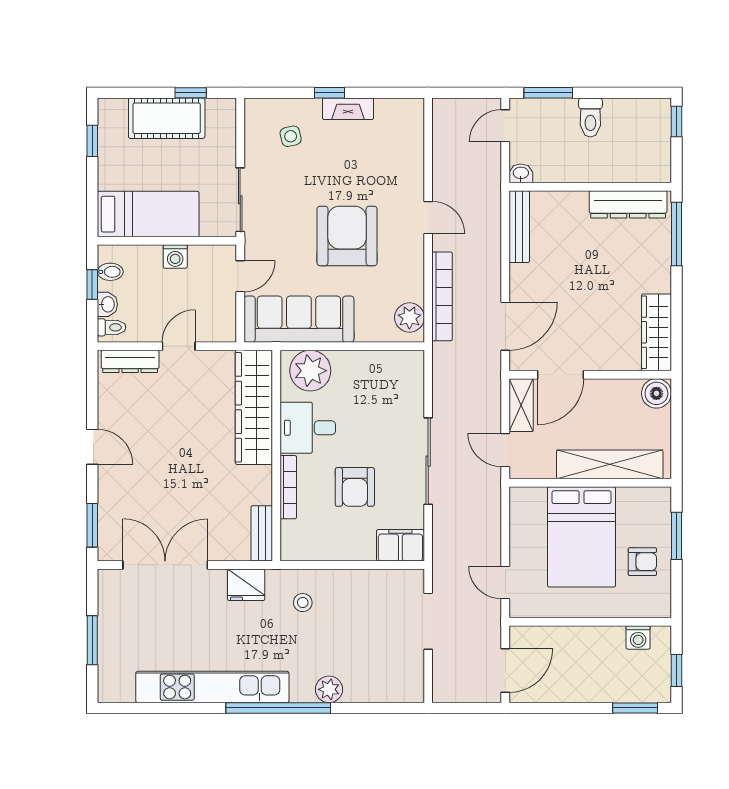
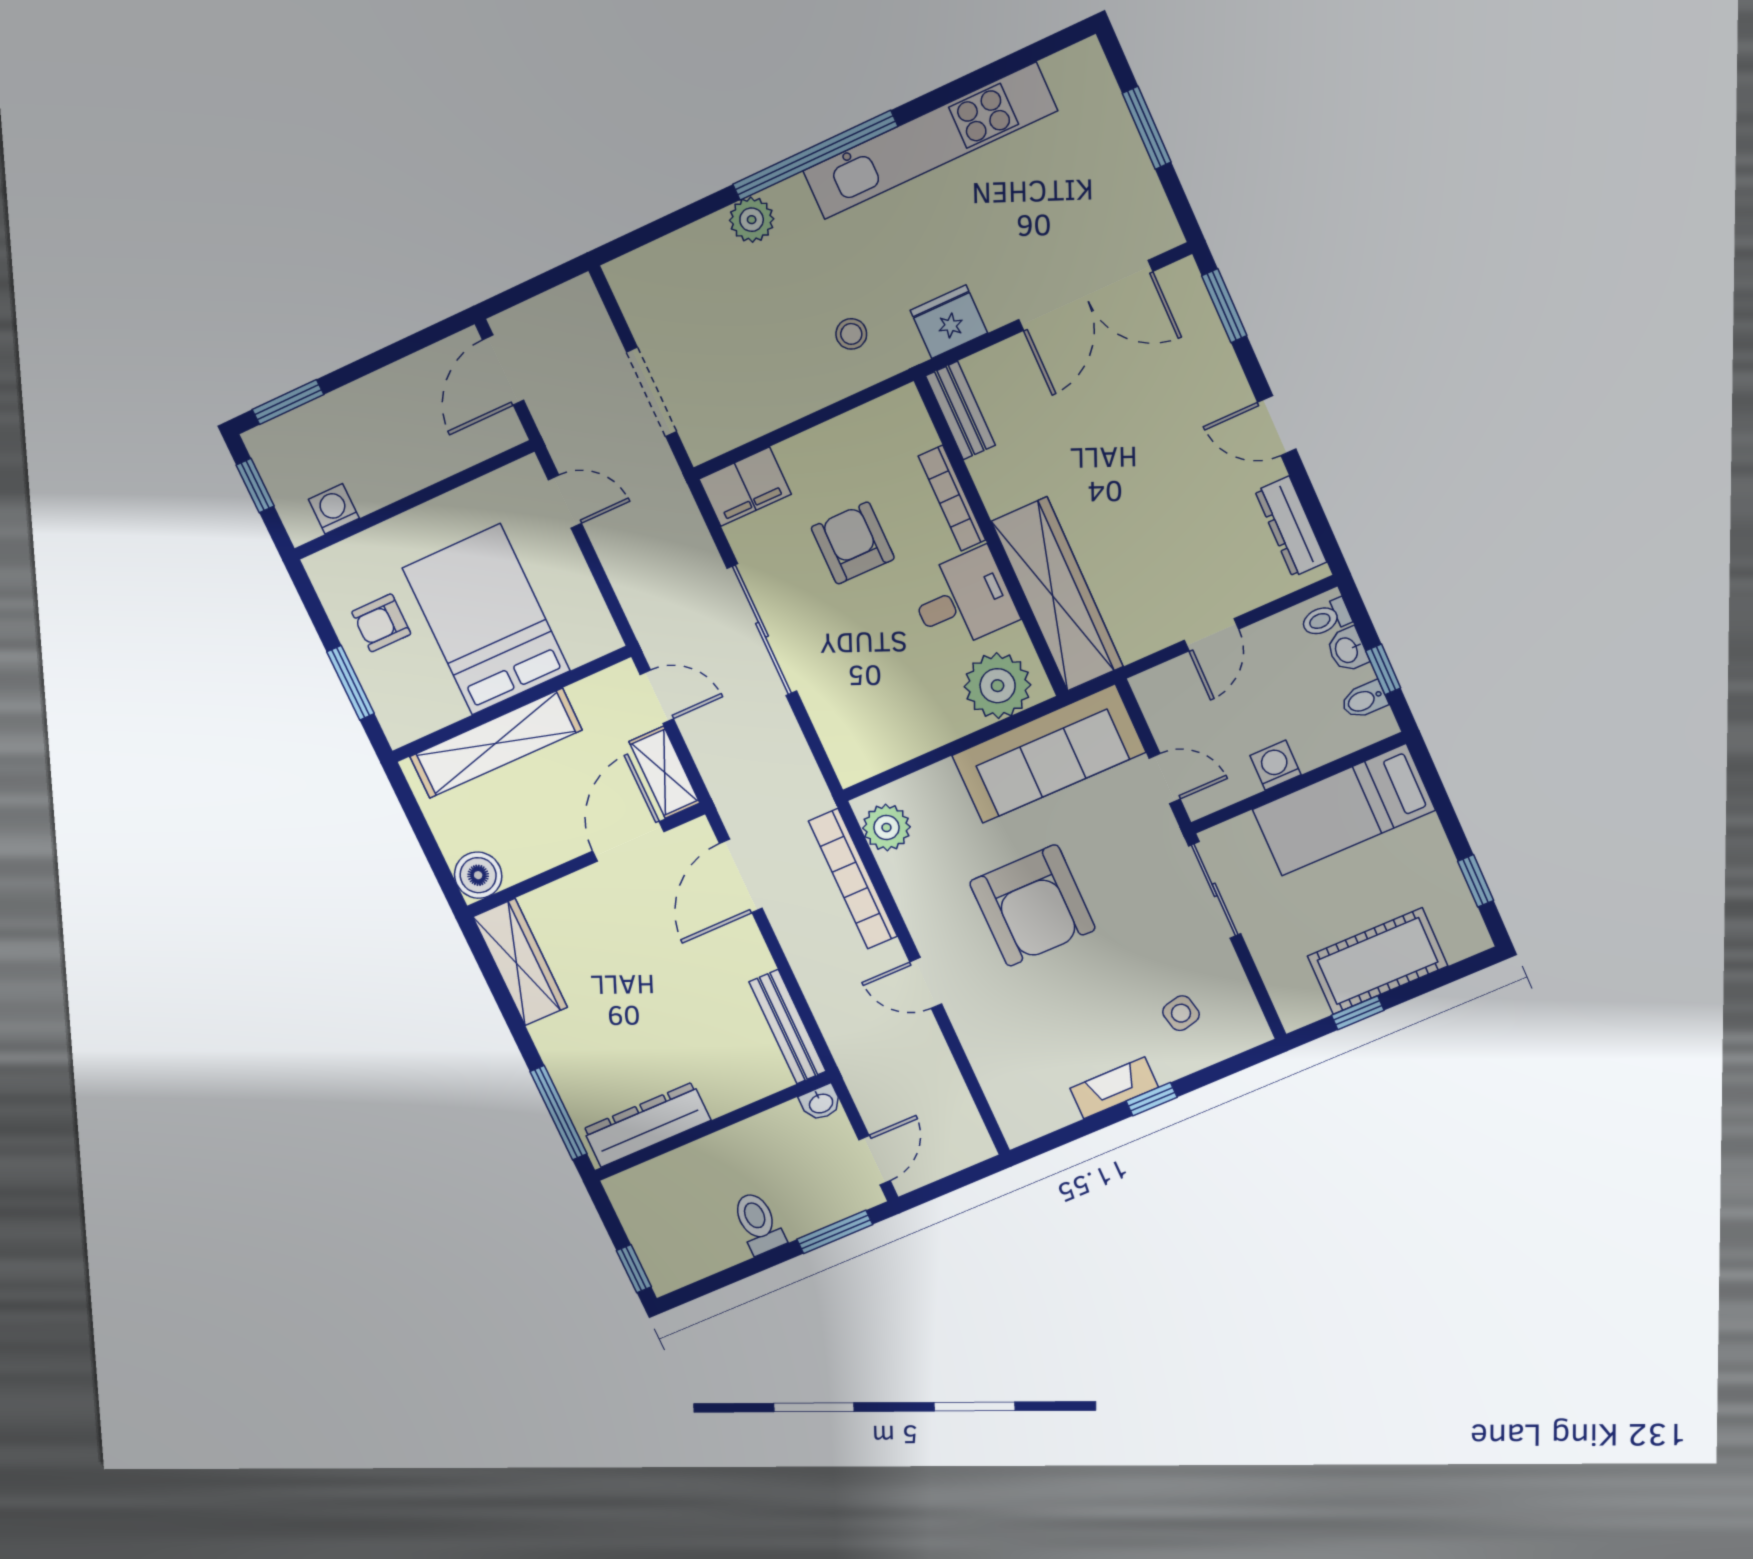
door: (240, 276) -> (1165, 779), swing flipped
dresser: (130, 361) -> (1291, 527), moved, turned -90

